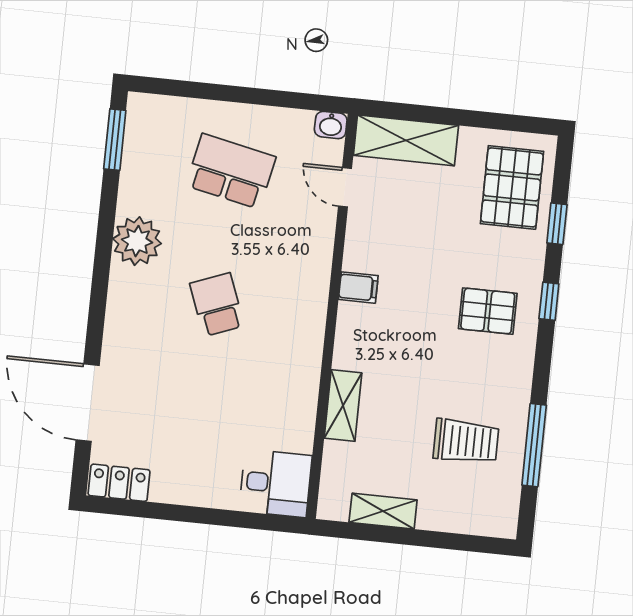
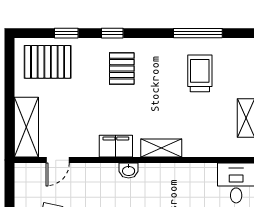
washbasin: (331, 125) -> (129, 171), moved, turned 90
filing cabinet: (358, 288) -> (116, 146), width x2.00
shelving: (343, 406) -> (161, 148), moved

